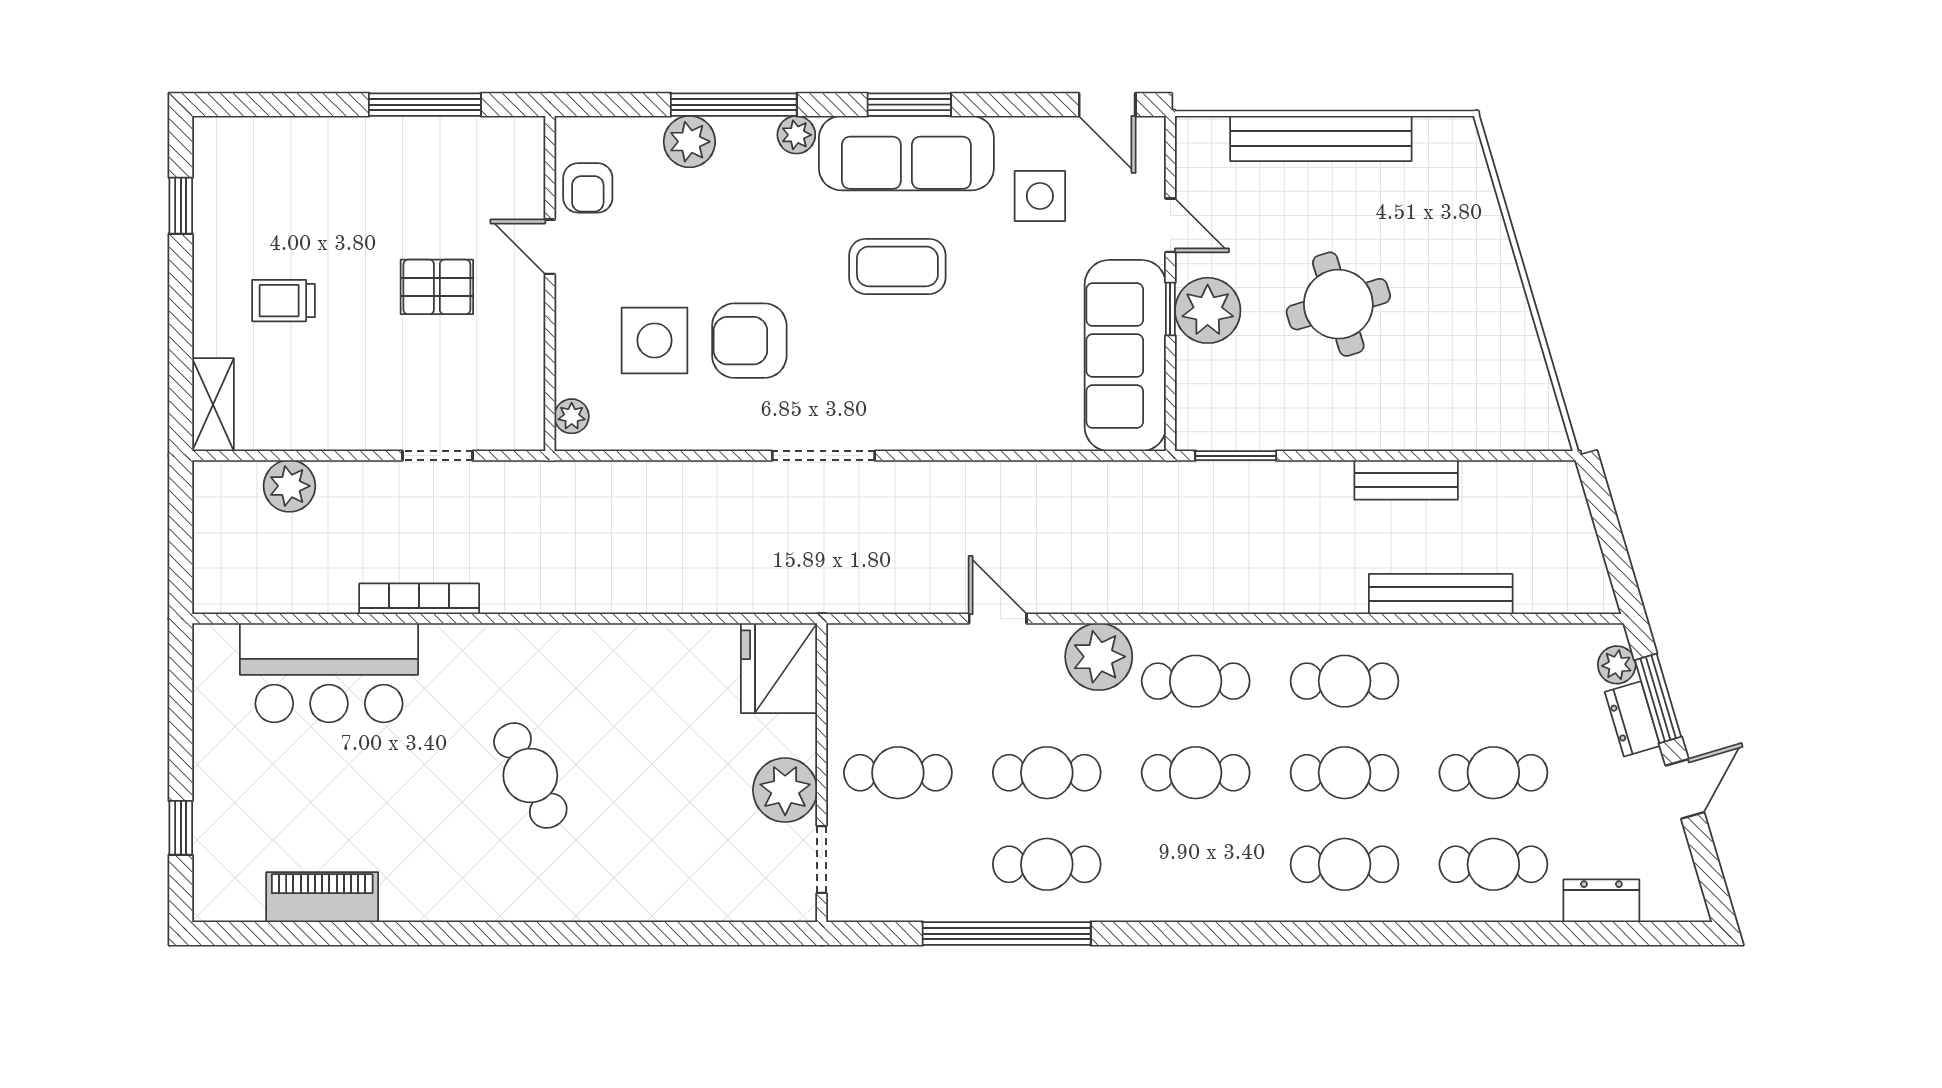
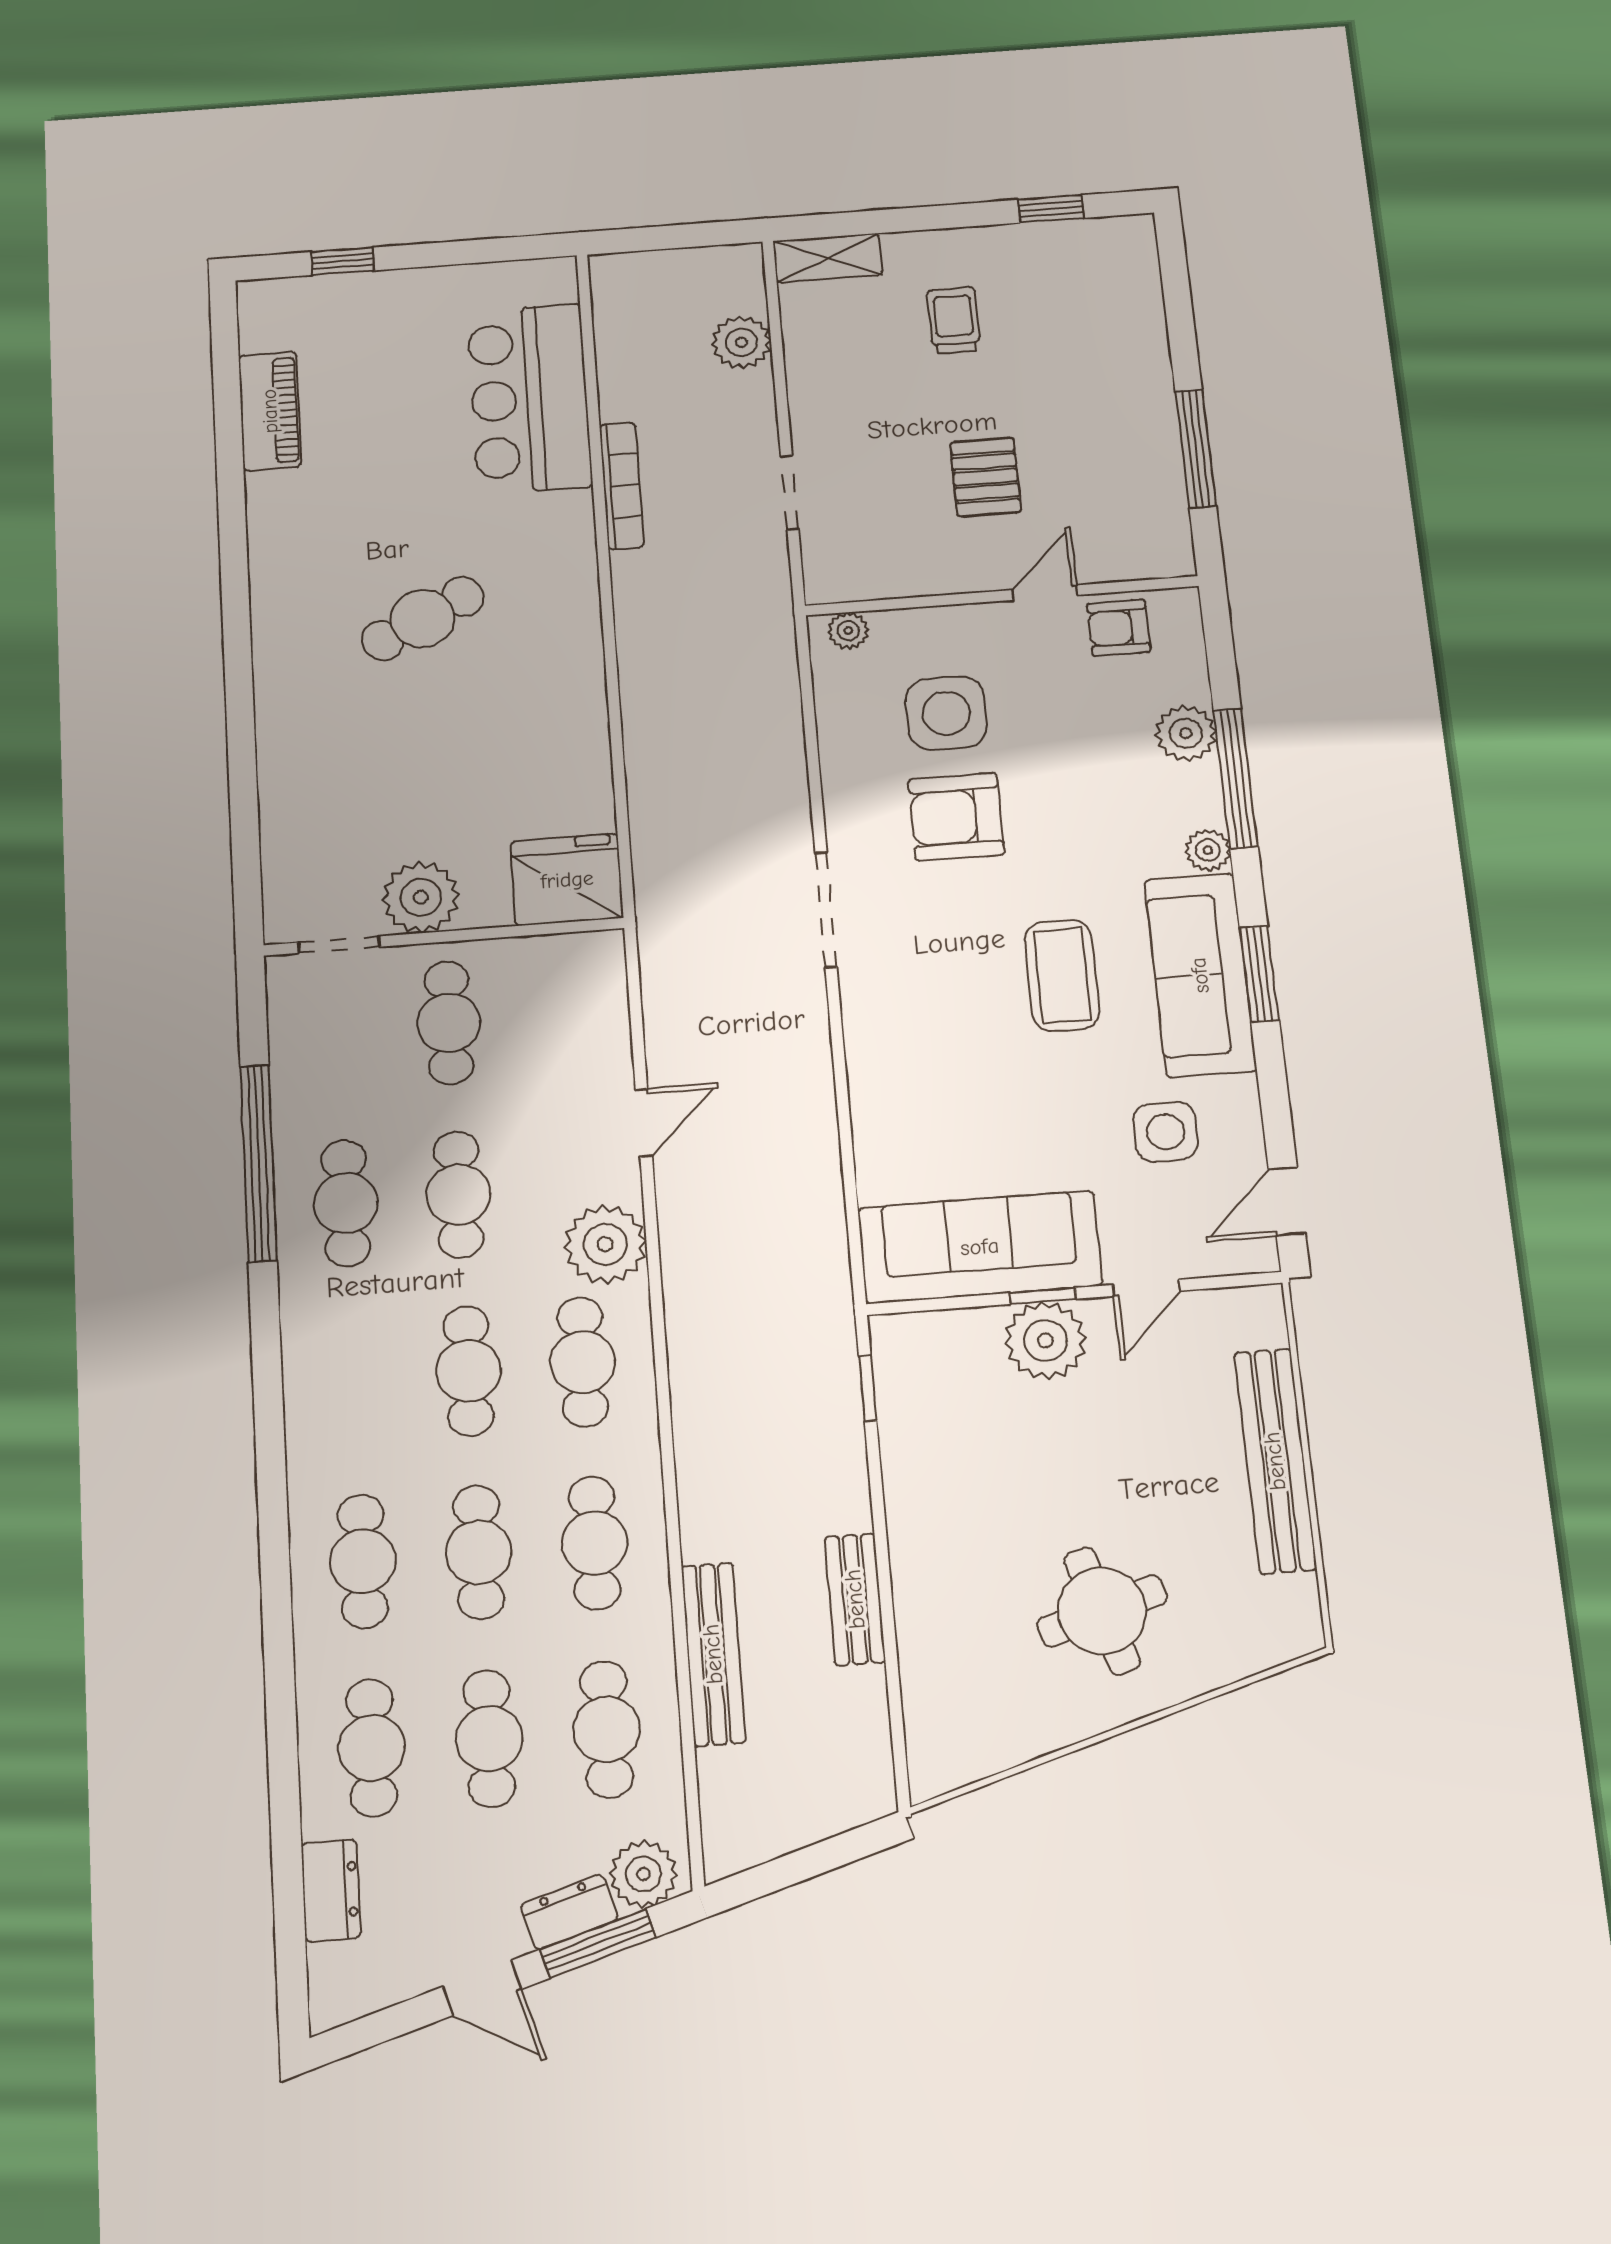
round table: (1338, 304) -> (1102, 1611), moved
armchair: (749, 341) -> (956, 817), turned -90
window: (1236, 456) -> (868, 1388), width x0.67
plant: (1617, 665) -> (643, 1874), width x1.38, depth x1.38
cafe table: (1493, 681) -> (607, 1729), added

